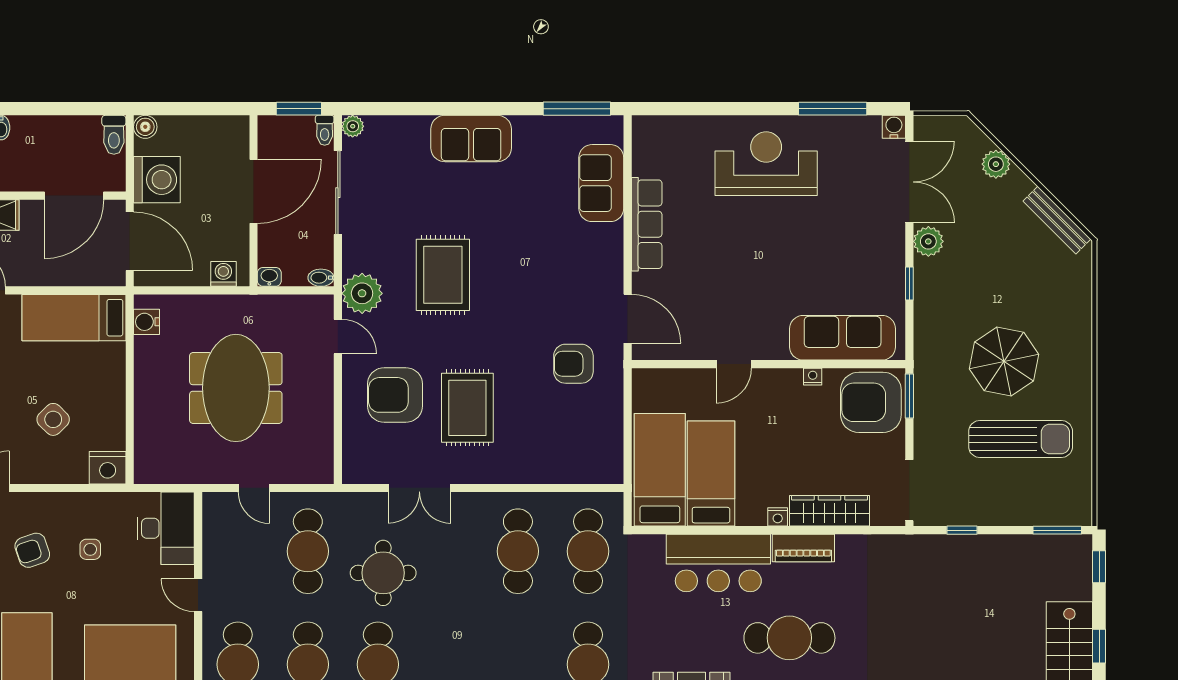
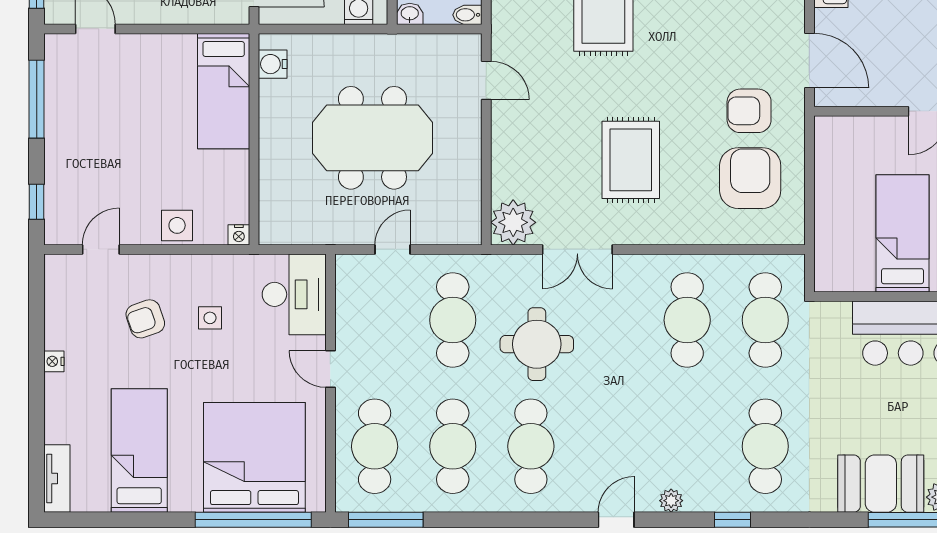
plant: (362, 293) -> (513, 222), moved
bed: (74, 318) -> (224, 91), moved, turned -90
meeting table: (236, 388) -> (372, 138), turned 90
armchair: (395, 395) -> (750, 178), moved, turned 90
side table: (53, 419) -> (177, 225), moved, turned 45
nightstand: (108, 468) -> (239, 235), width x0.53, depth x0.56
bed: (660, 470) -> (845, 229), removed
door: (254, 488) -> (393, 249), swing flipped

